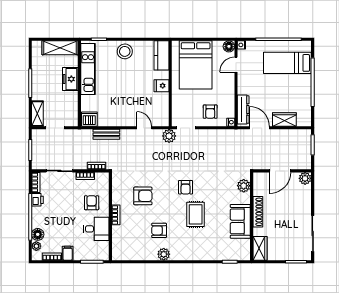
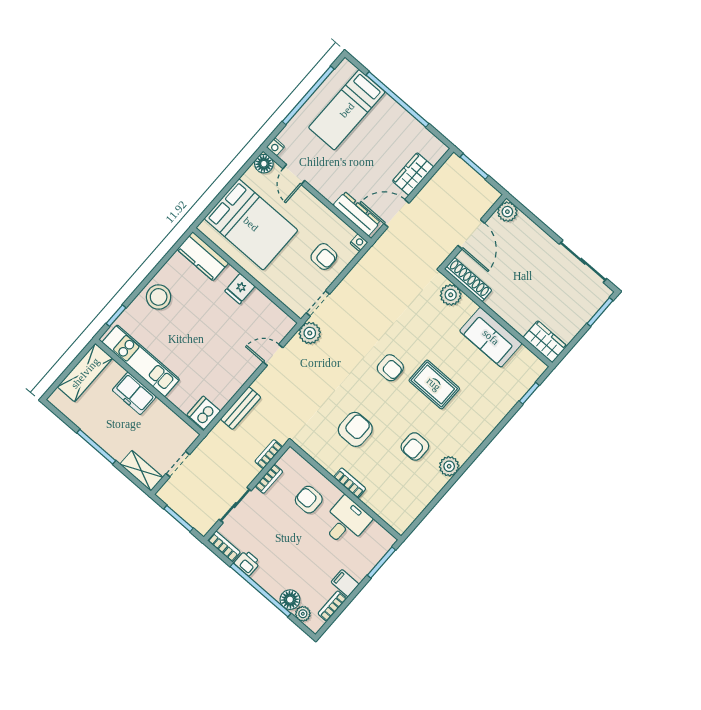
shoe rack: (258, 212) -> (468, 280), moved

